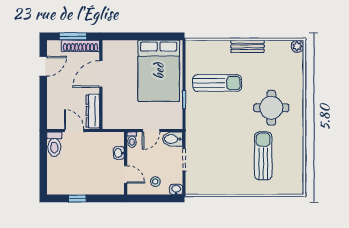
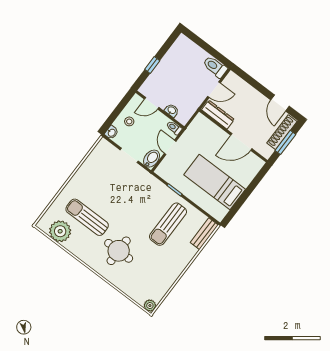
shoe rack: (80, 46) -> (282, 132), moved
bench: (248, 46) -> (204, 234), moved
bed: (159, 71) -> (215, 182), width x0.67
door: (101, 74) -> (241, 142), swing flipped
sun lounger: (263, 156) -> (87, 217), turned 180
plant: (292, 170) -> (60, 231), added
window: (77, 198) -> (152, 65), moved

